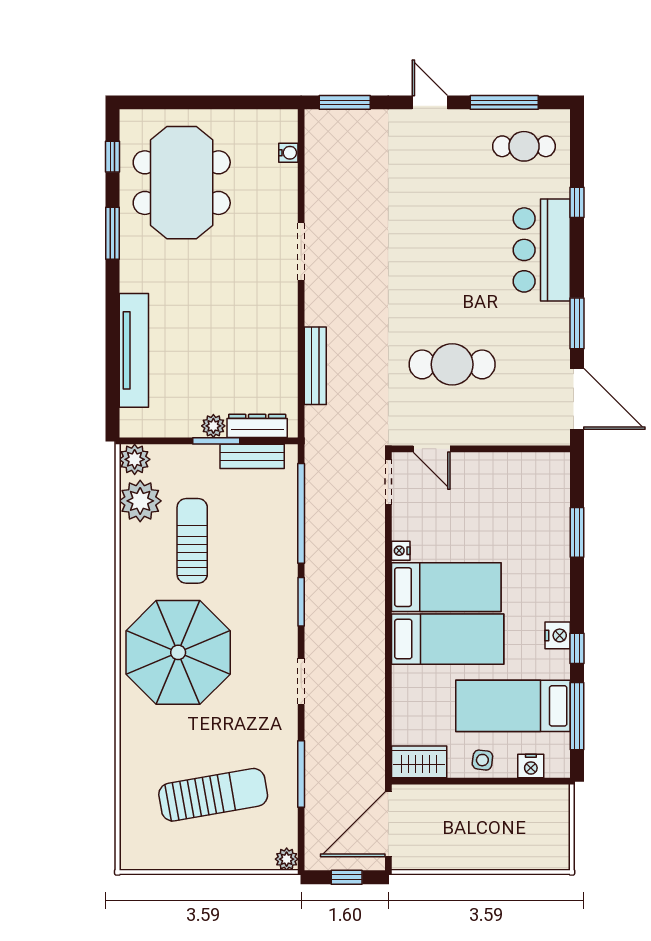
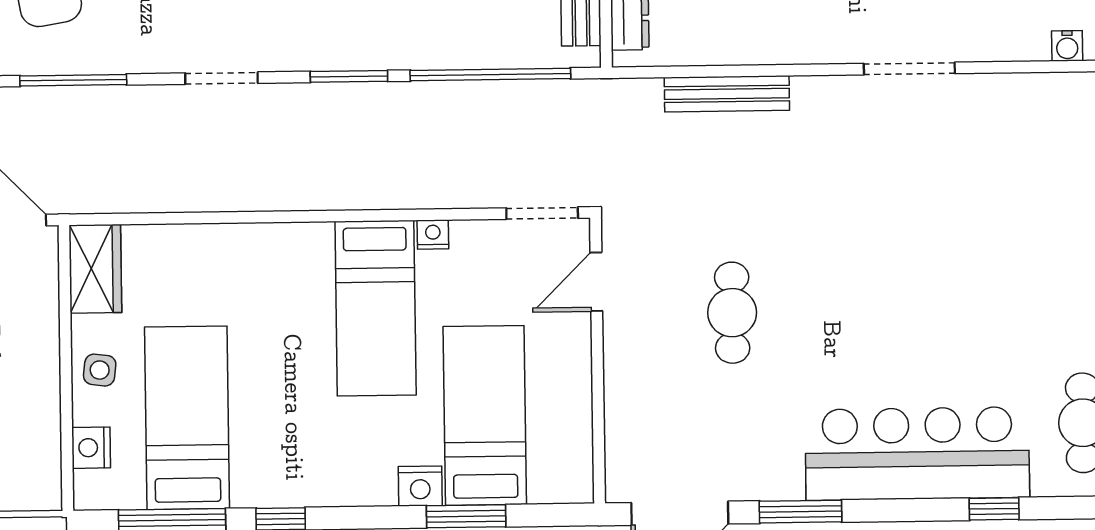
bar counter: (542, 250) -> (917, 454), width x1.36
cafe table: (452, 364) -> (732, 313), width x0.73, depth x0.74
nightstand: (558, 635) -> (420, 486), moved
bed: (448, 639) -> (485, 415), moved, turned 180

